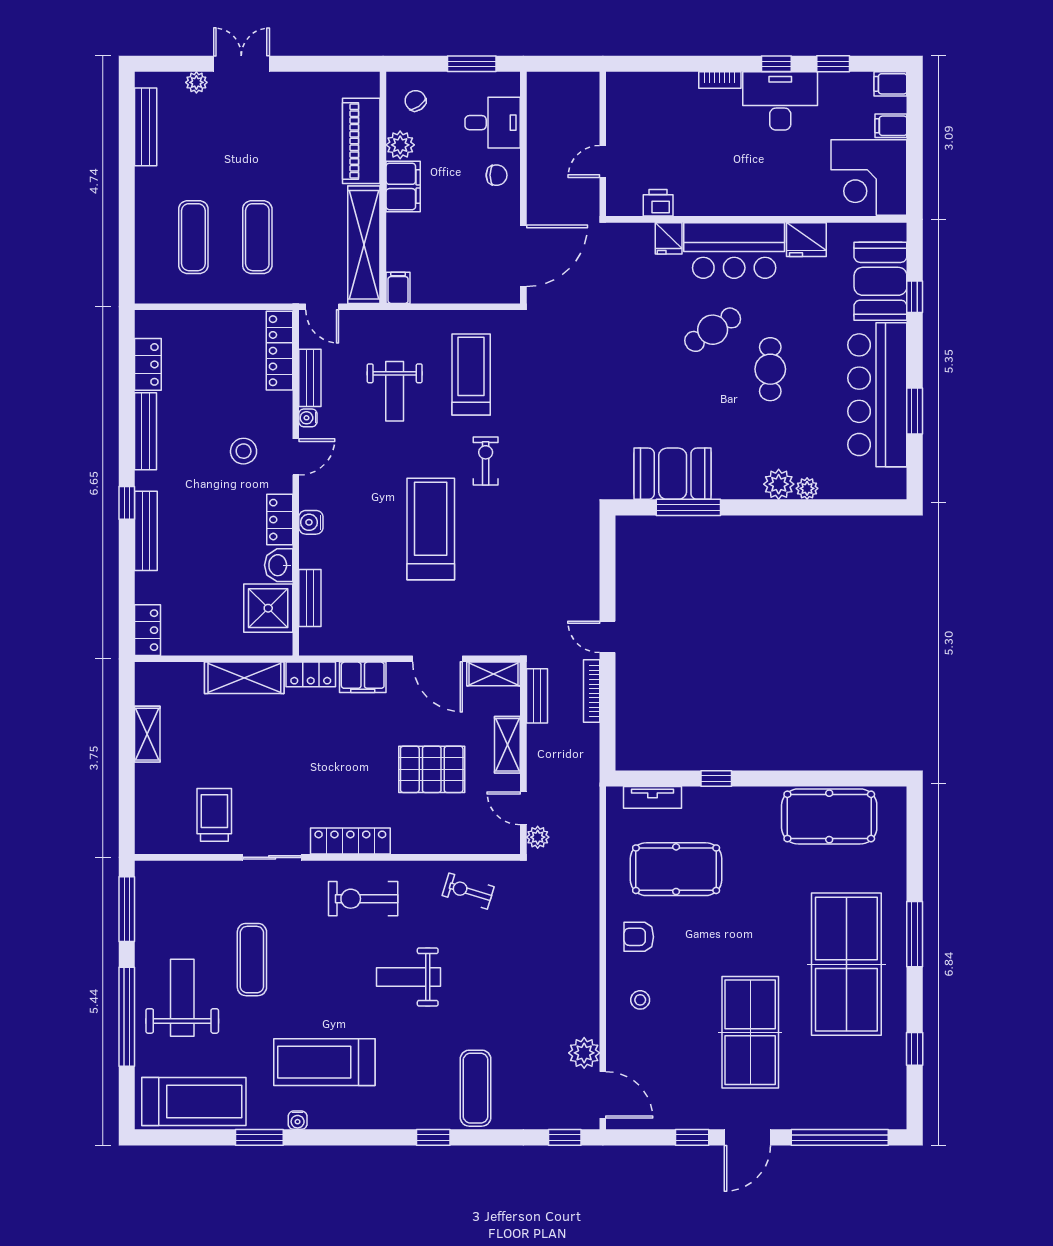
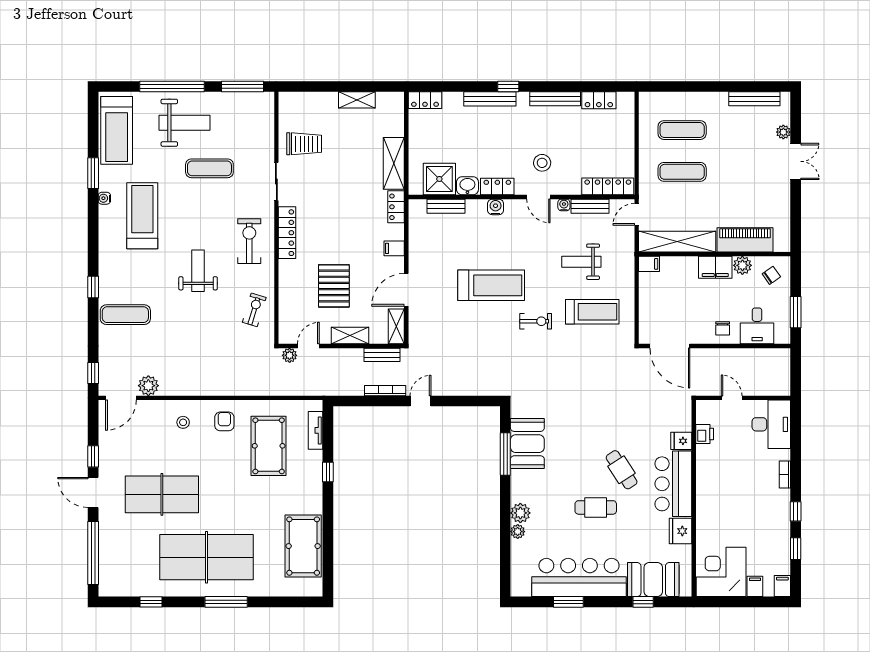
desk: (780, 101) -> (771, 424), moved
filing cabinet: (363, 677) -> (394, 248), width x0.50

